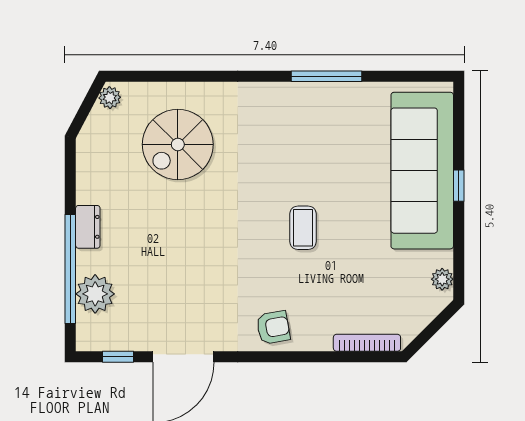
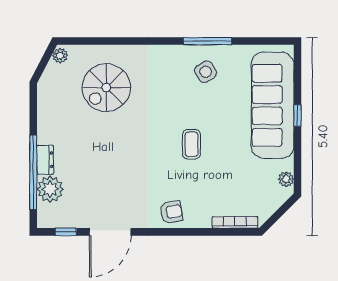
side table: (324, 121) -> (206, 72), added
dresser: (88, 227) -> (45, 160), moved

